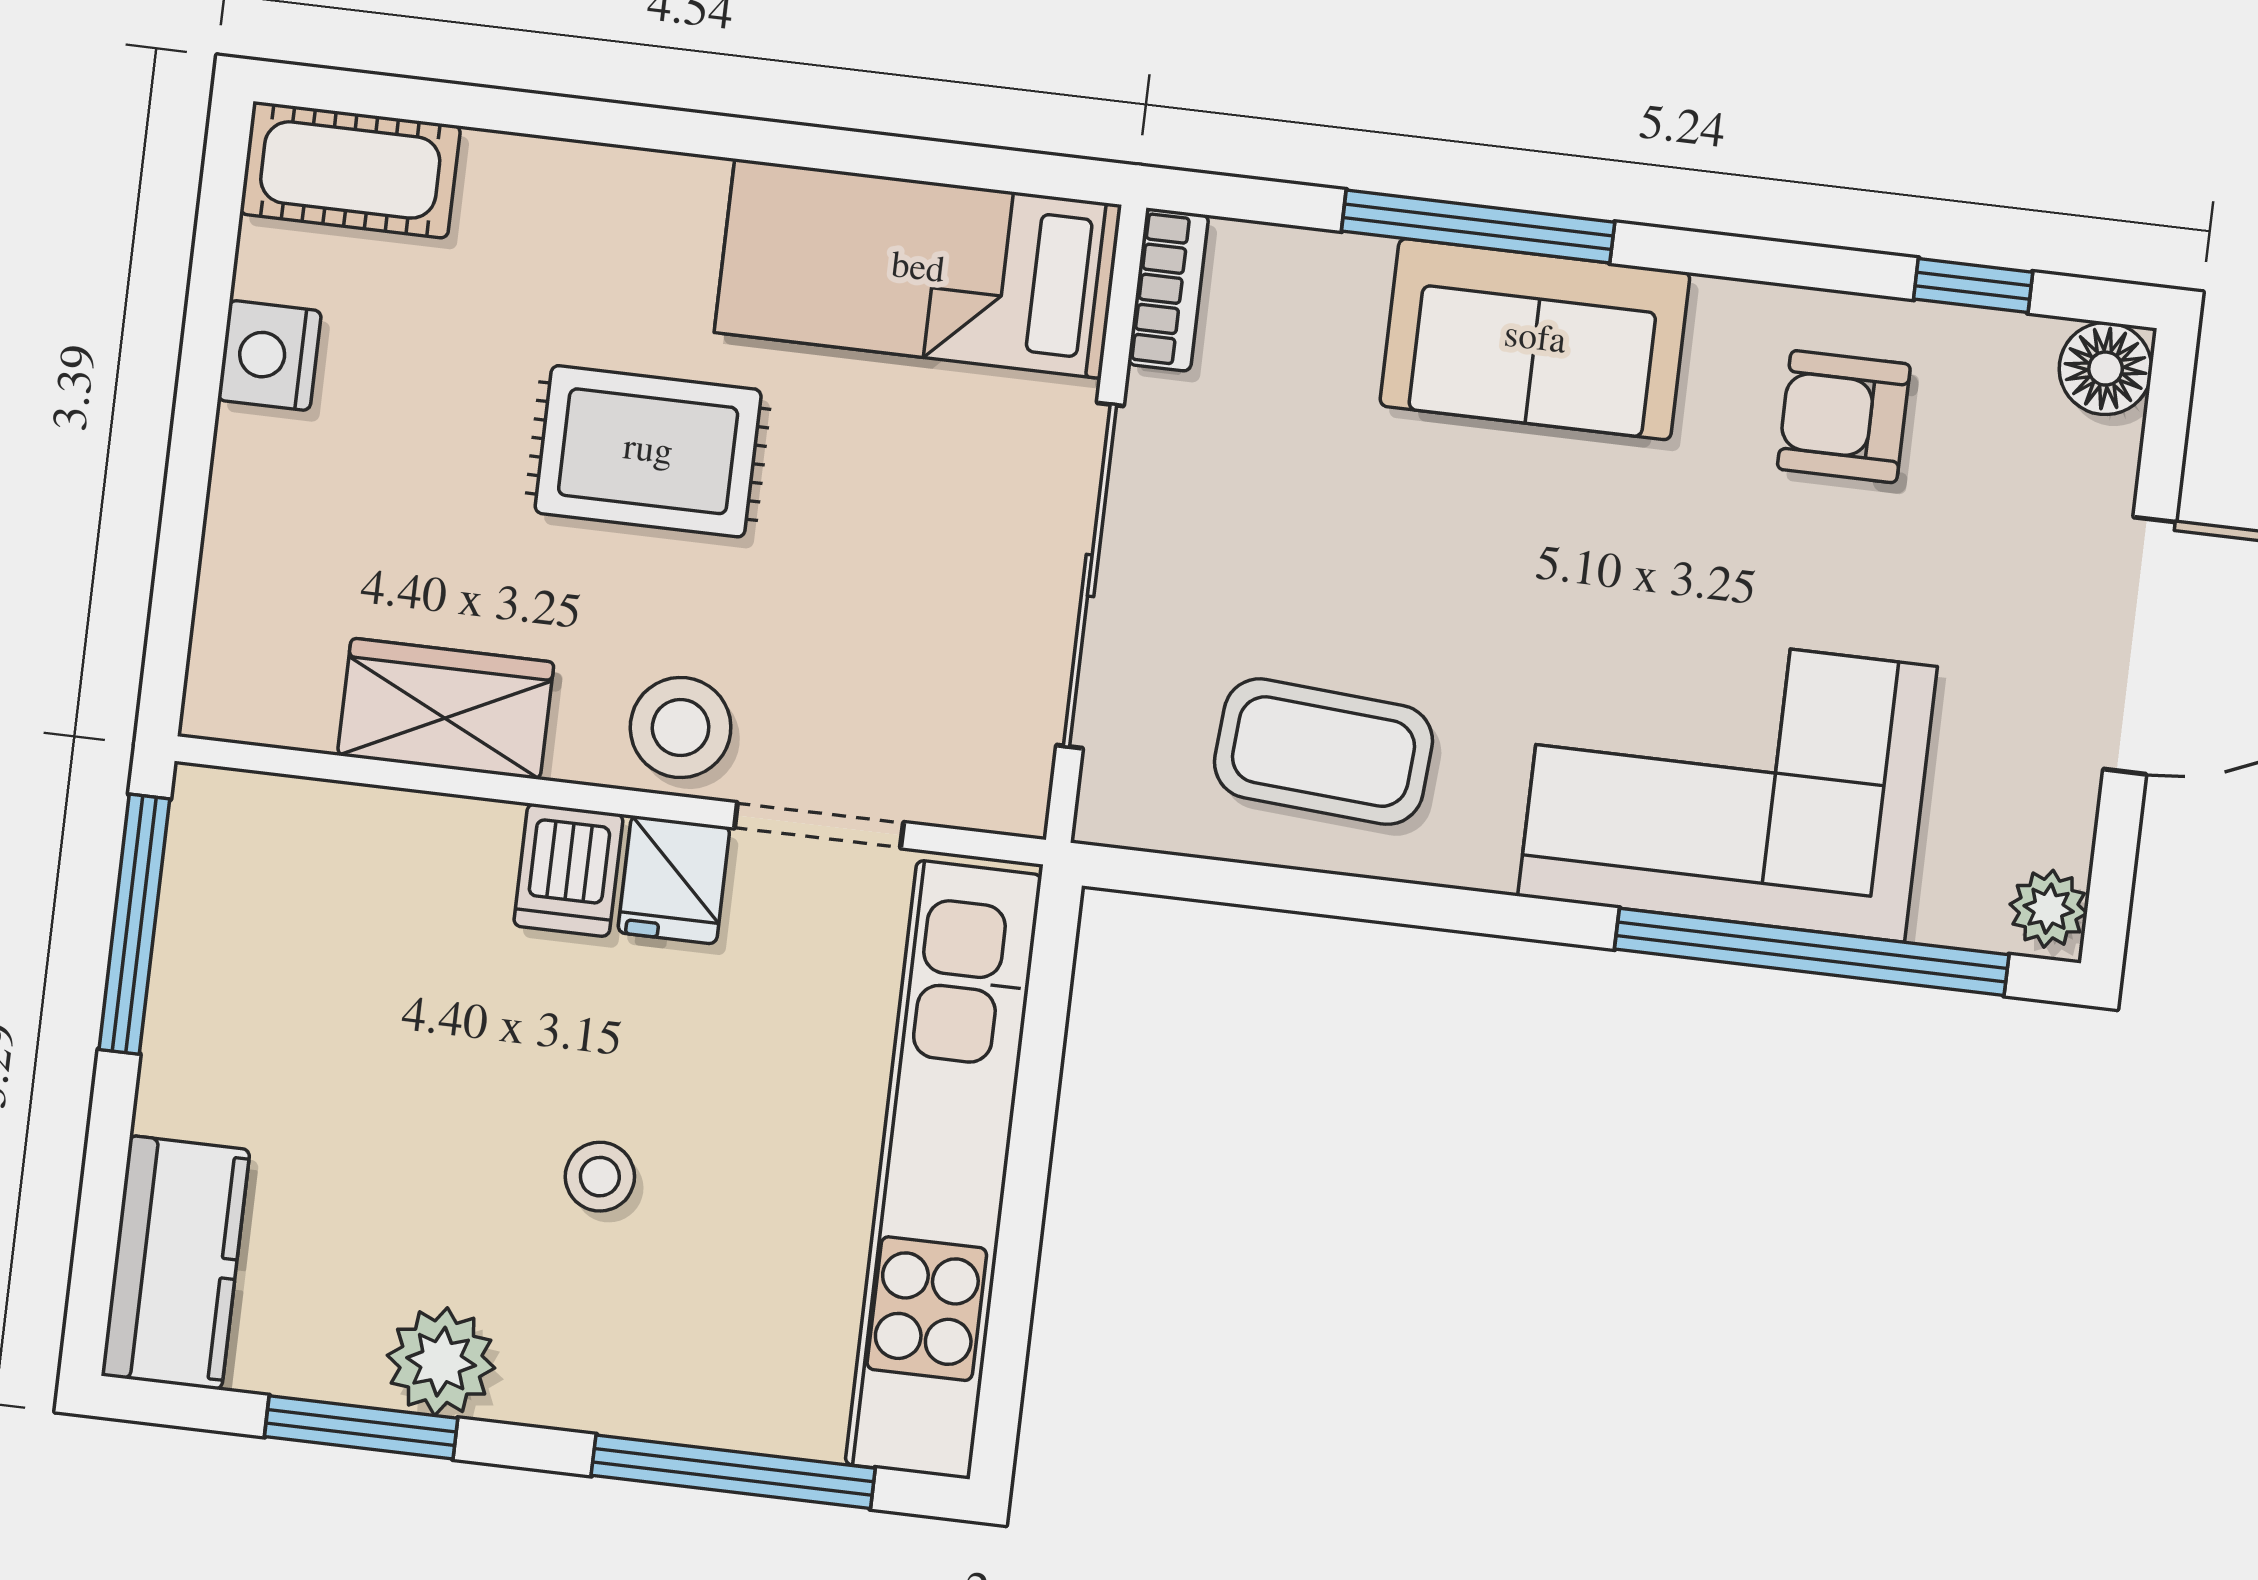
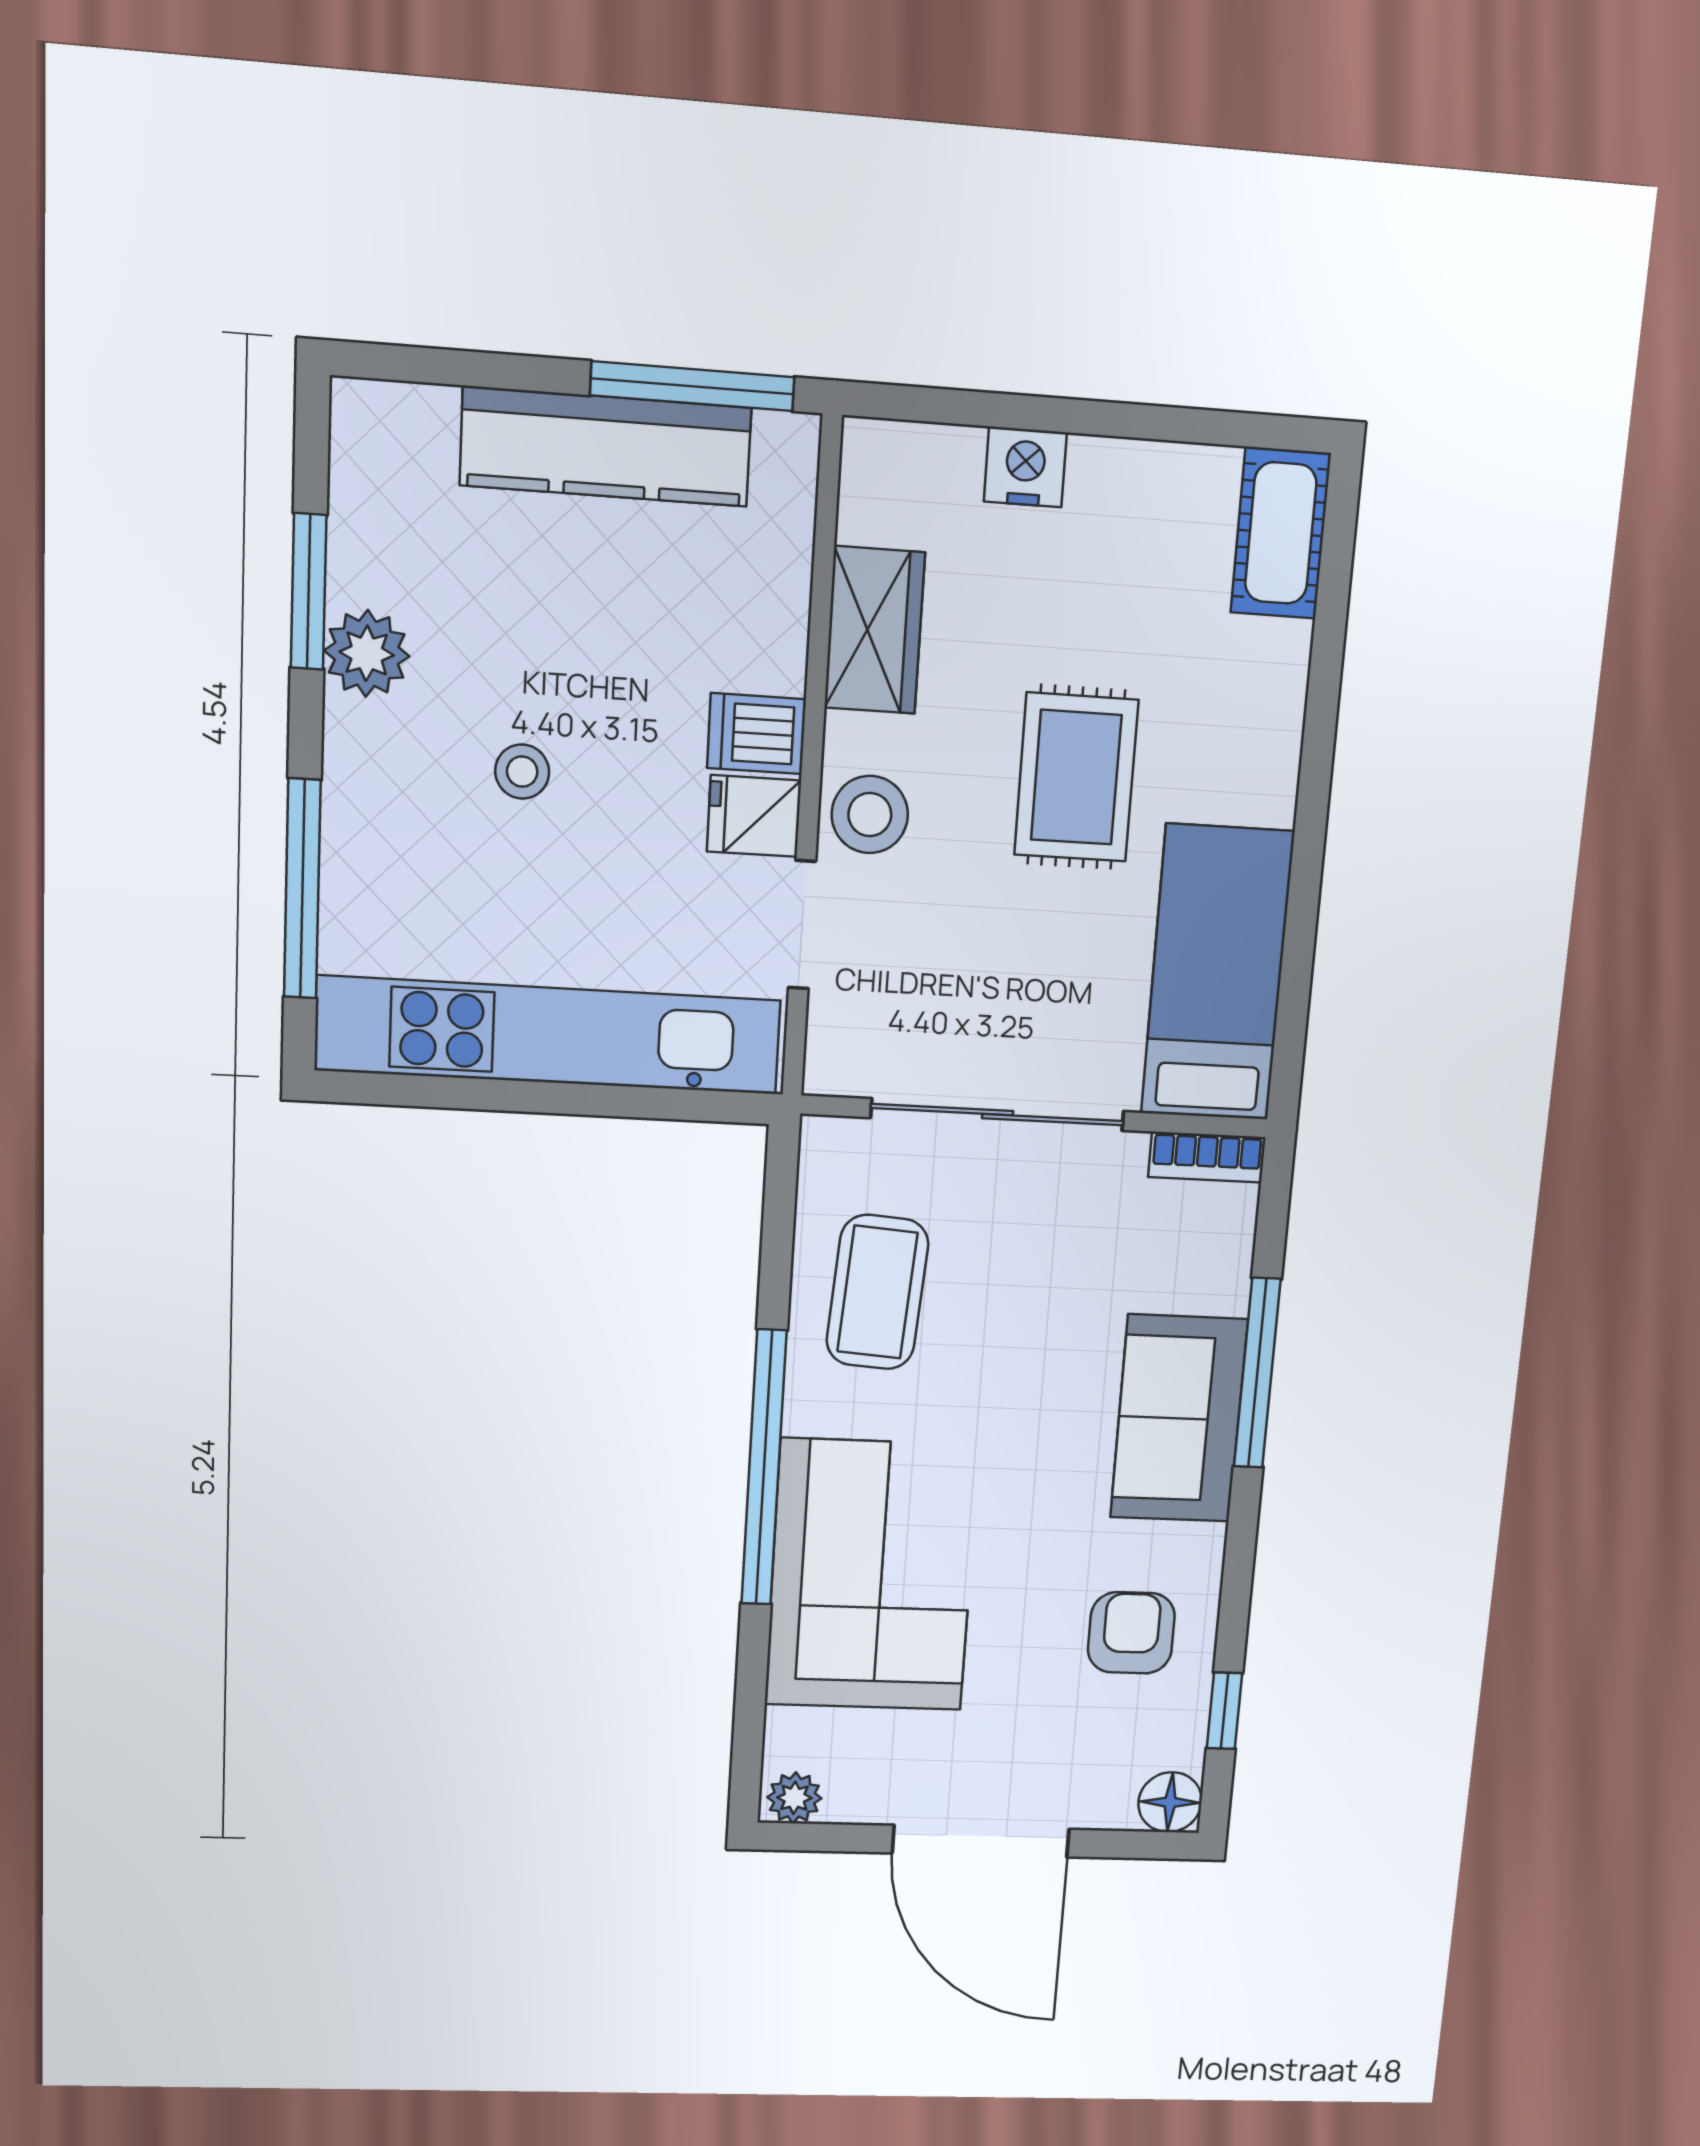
nightstand: (270, 355) -> (1025, 467), moved
window: (1812, 952) -> (764, 1468), moved
kitchen counter: (176, 1263) -> (606, 446), moved, width x1.50

